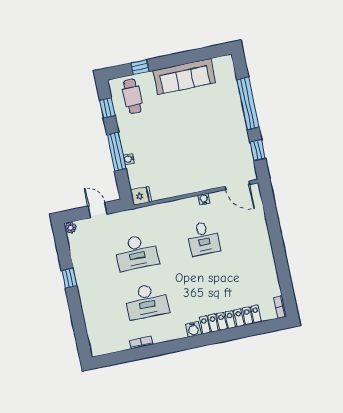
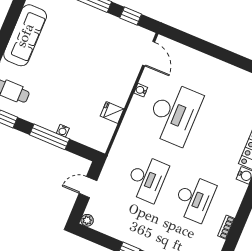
door: (237, 185) -> (149, 54), hinge flipped
fridge: (141, 196) -> (112, 112), moved, turned -90
desk: (203, 238) -> (174, 114), width x1.87, depth x1.30

